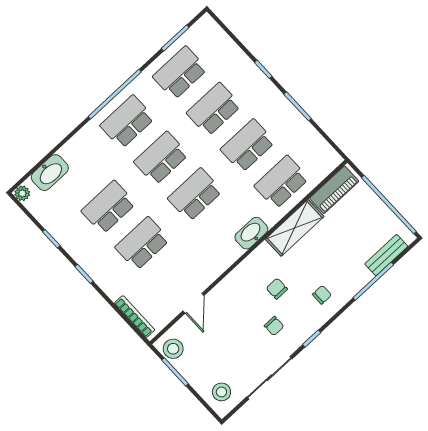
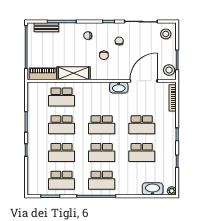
washbasin: (251, 233) -> (119, 88), moved
door: (193, 303) -> (144, 81), width x1.87

